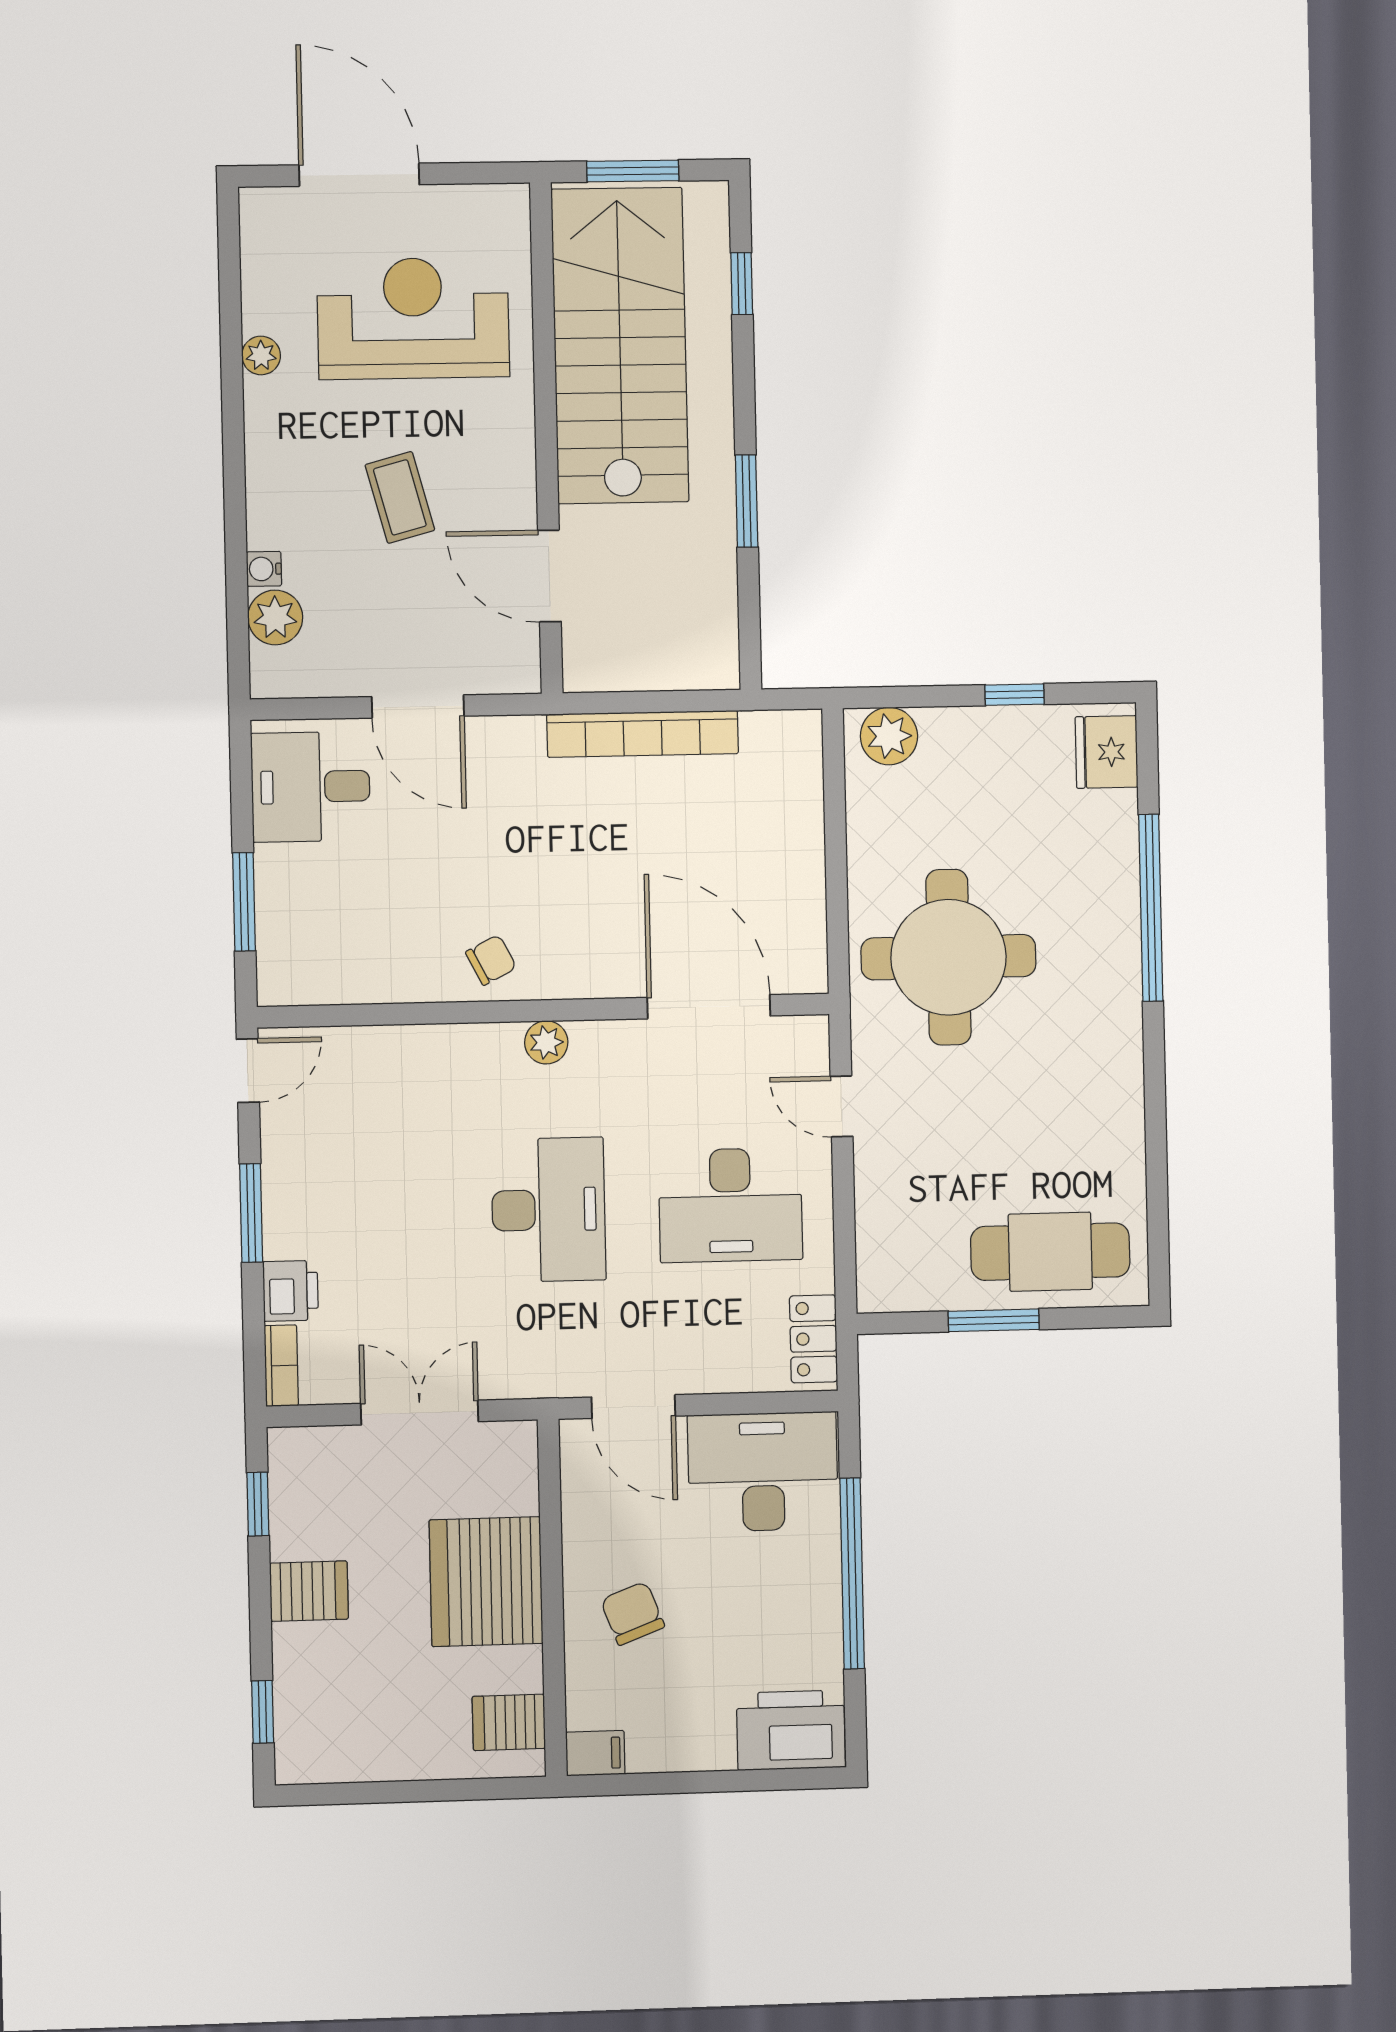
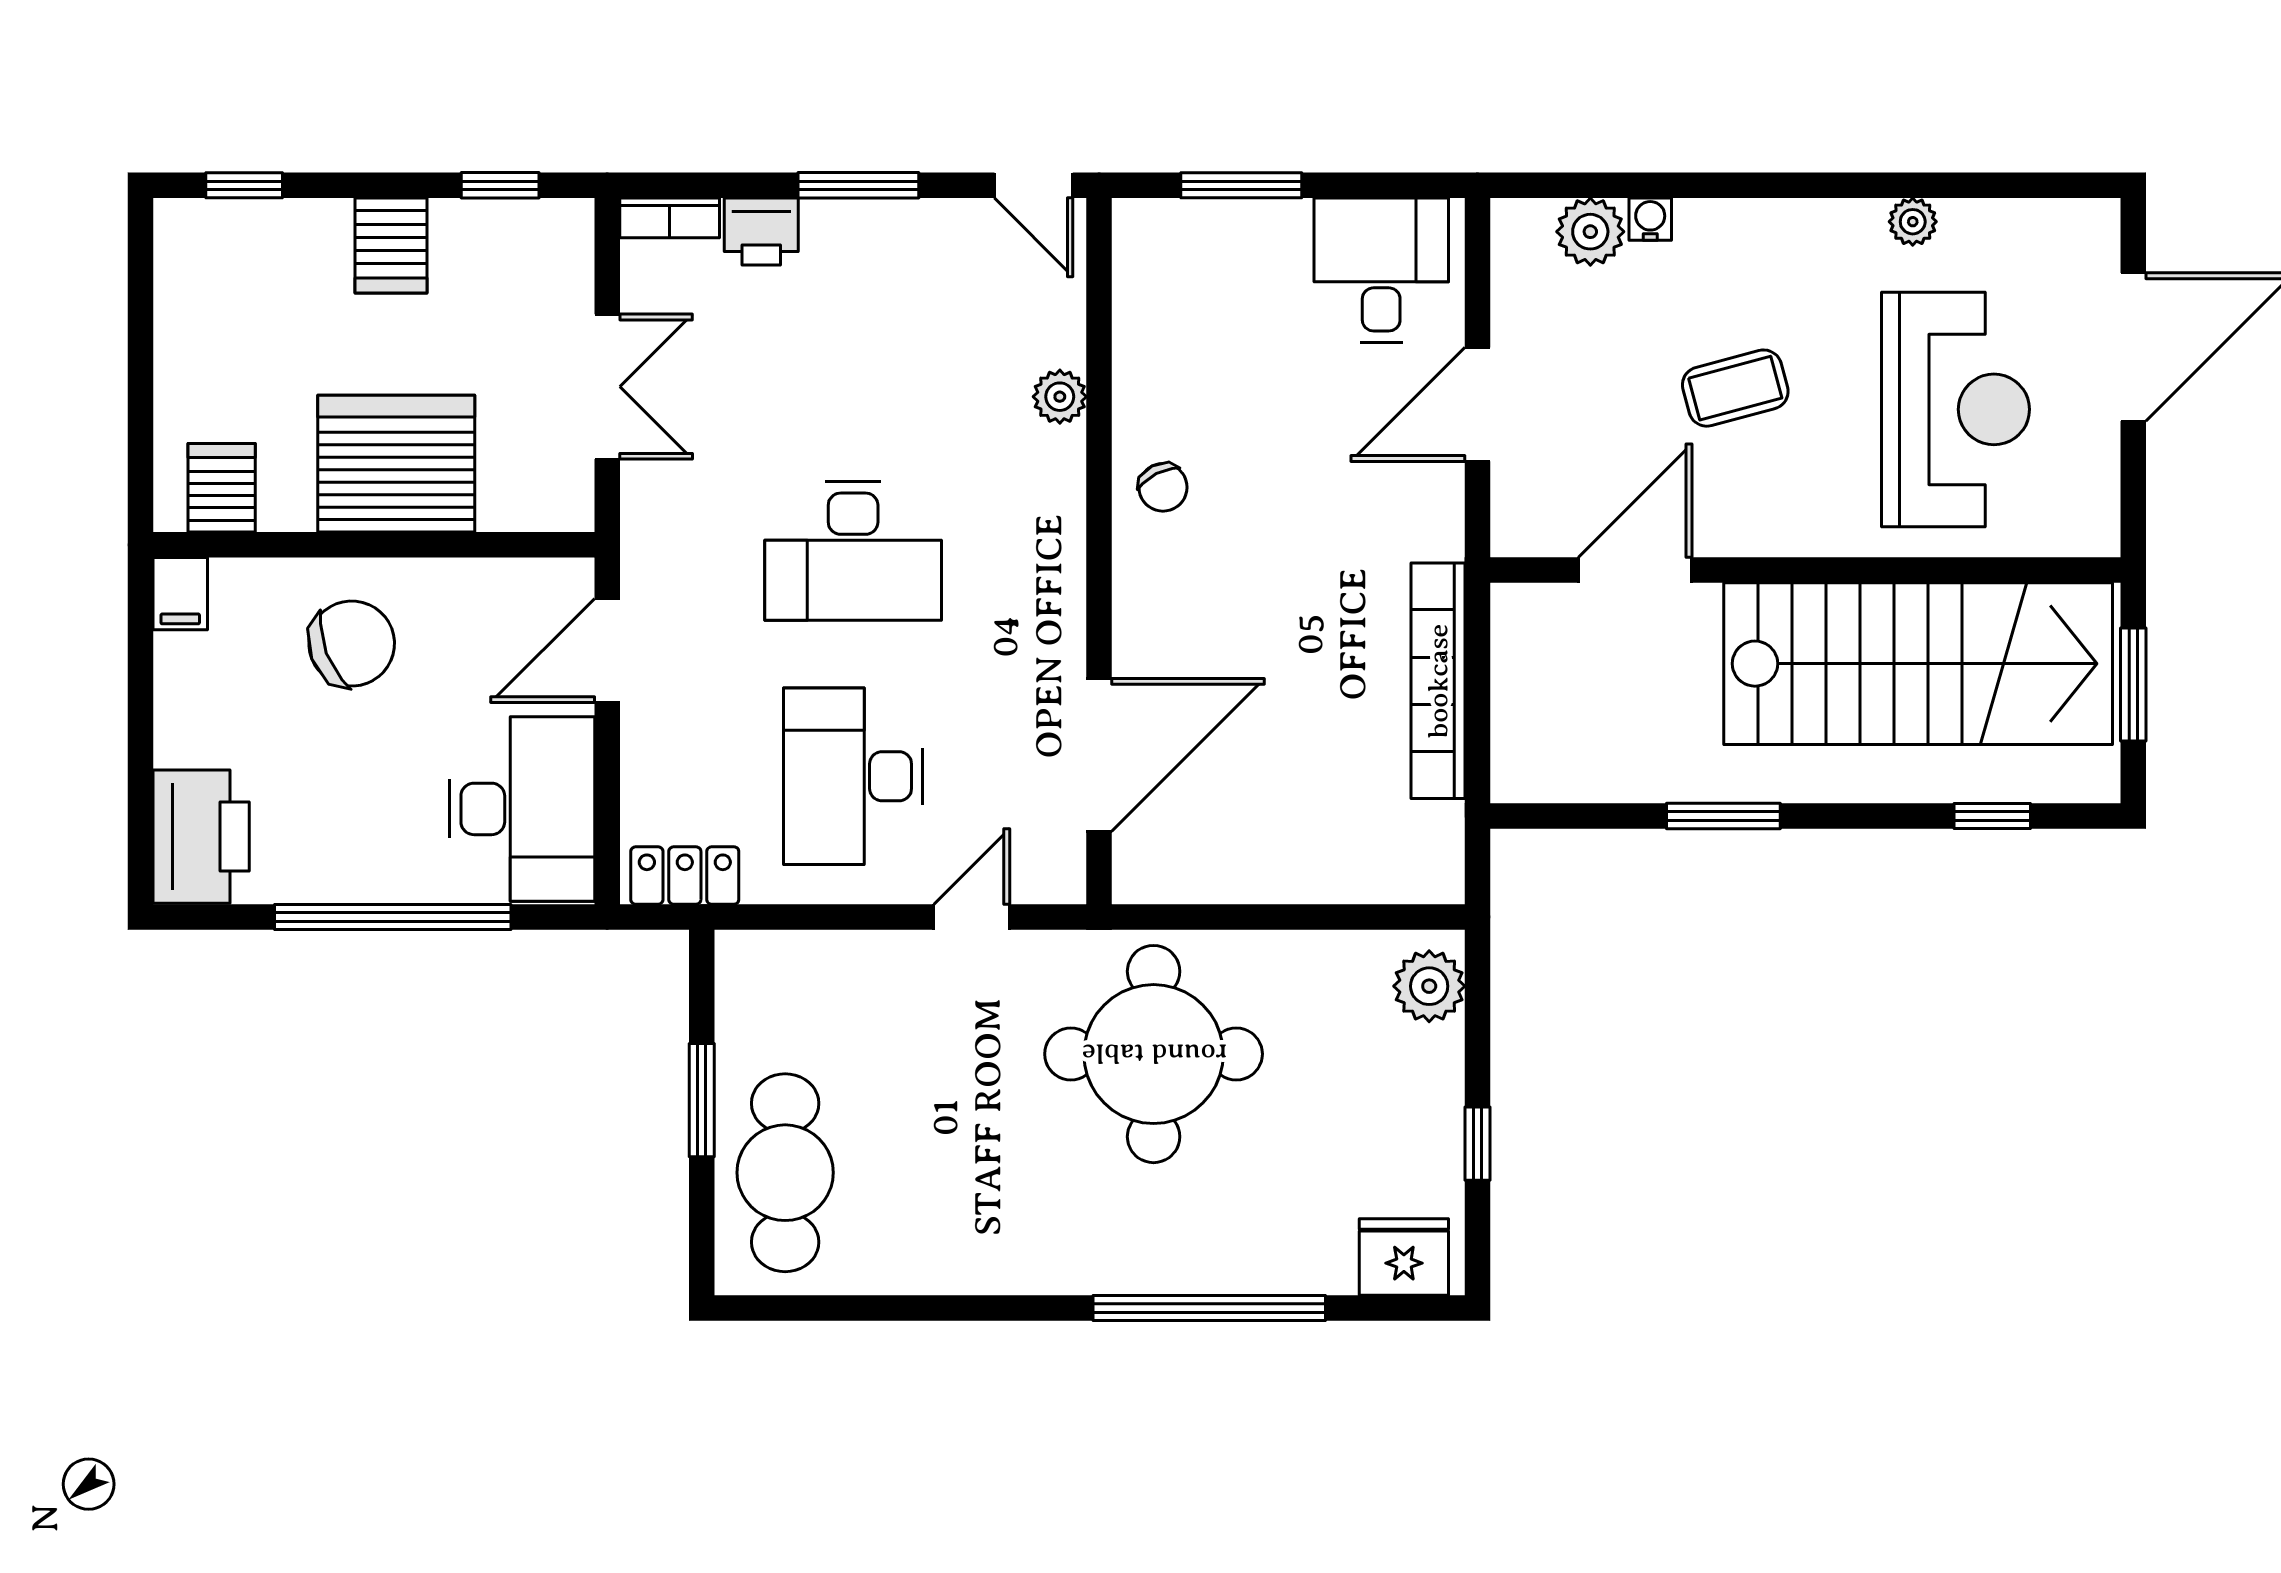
plant: (546, 1042) -> (1060, 397), moved
chair: (632, 1613) -> (352, 644), width x1.37, depth x1.37

